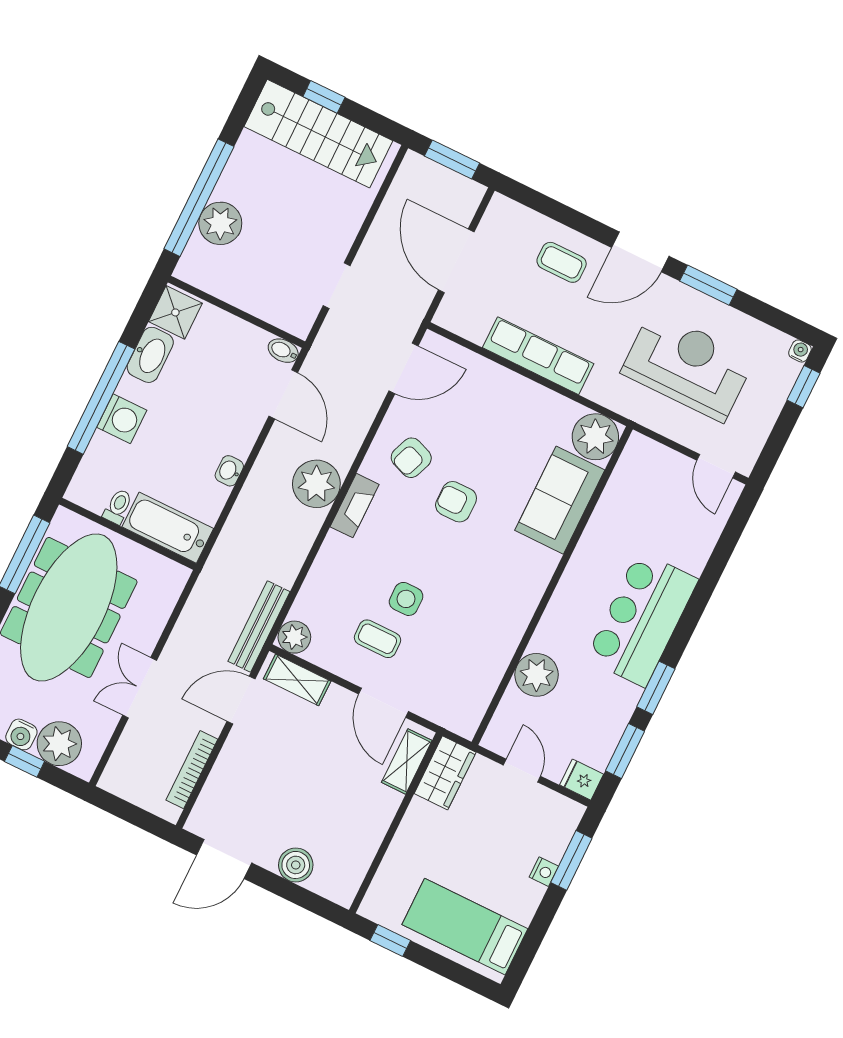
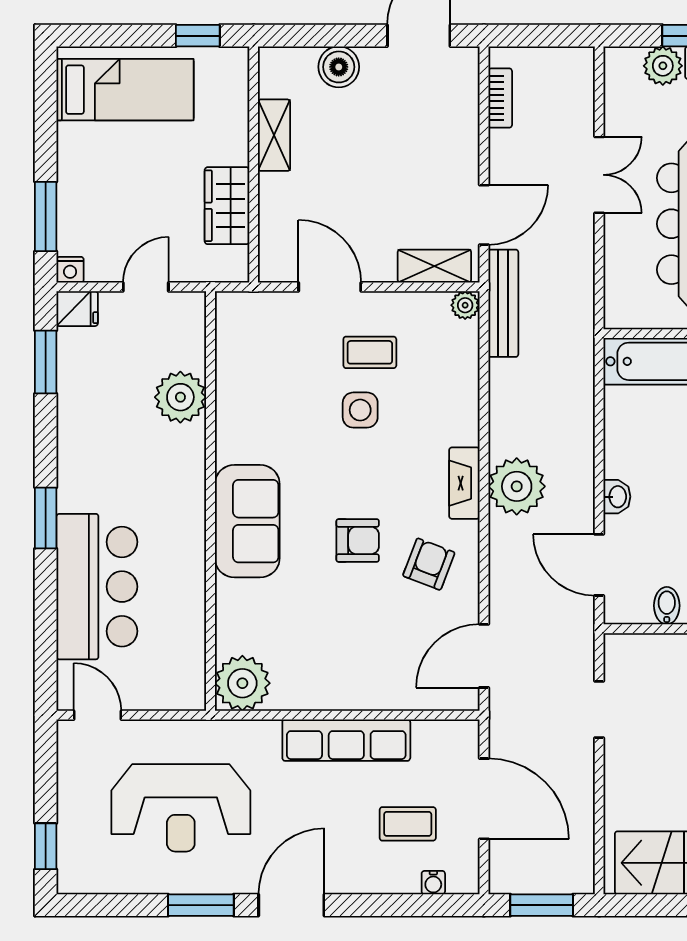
coffee table: (562, 262) -> (408, 824), moved
bidet: (283, 351) -> (667, 606), moved, turned -90
water cooler: (800, 351) -> (433, 883), moved
washbasin: (229, 471) -> (617, 497), moved
sofa: (560, 500) -> (247, 521), moved
bar counter: (642, 619) -> (97, 587), moved
plant: (294, 637) -> (465, 305), width x0.73, depth x0.73
window: (656, 688) -> (46, 518), moved
plant: (59, 744) -> (663, 66), width x0.73, depth x0.73
shelving: (407, 761) -> (274, 135), moved
bookcase: (192, 770) -> (500, 98), width x0.64
door: (522, 771) -> (146, 287), swing flipped
wardrobe: (445, 773) -> (227, 206), moved
nightstand: (544, 872) -> (70, 270), moved, turned -90

